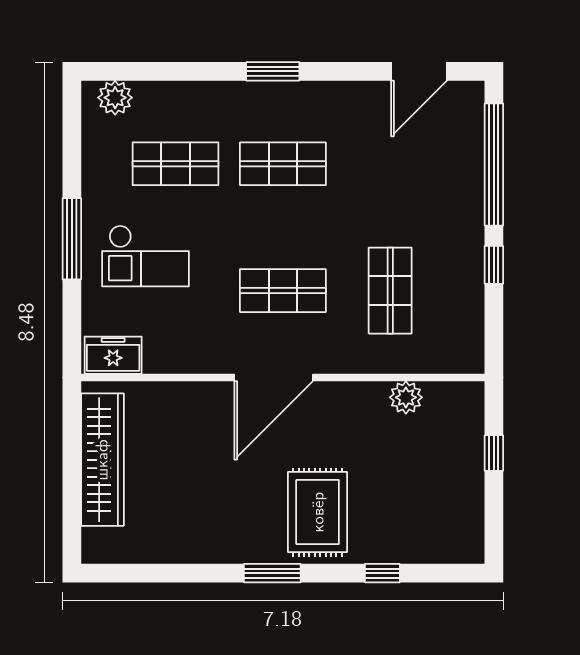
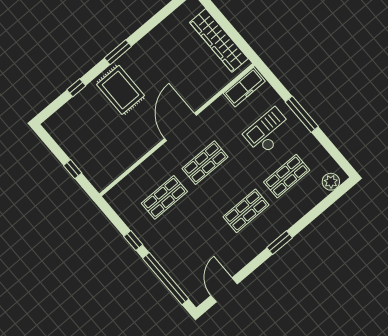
shop shelf: (390, 291) -> (164, 197), turned 90
freezer: (113, 355) -> (244, 87), width x1.40
plant: (406, 397) -> (124, 162), removed

